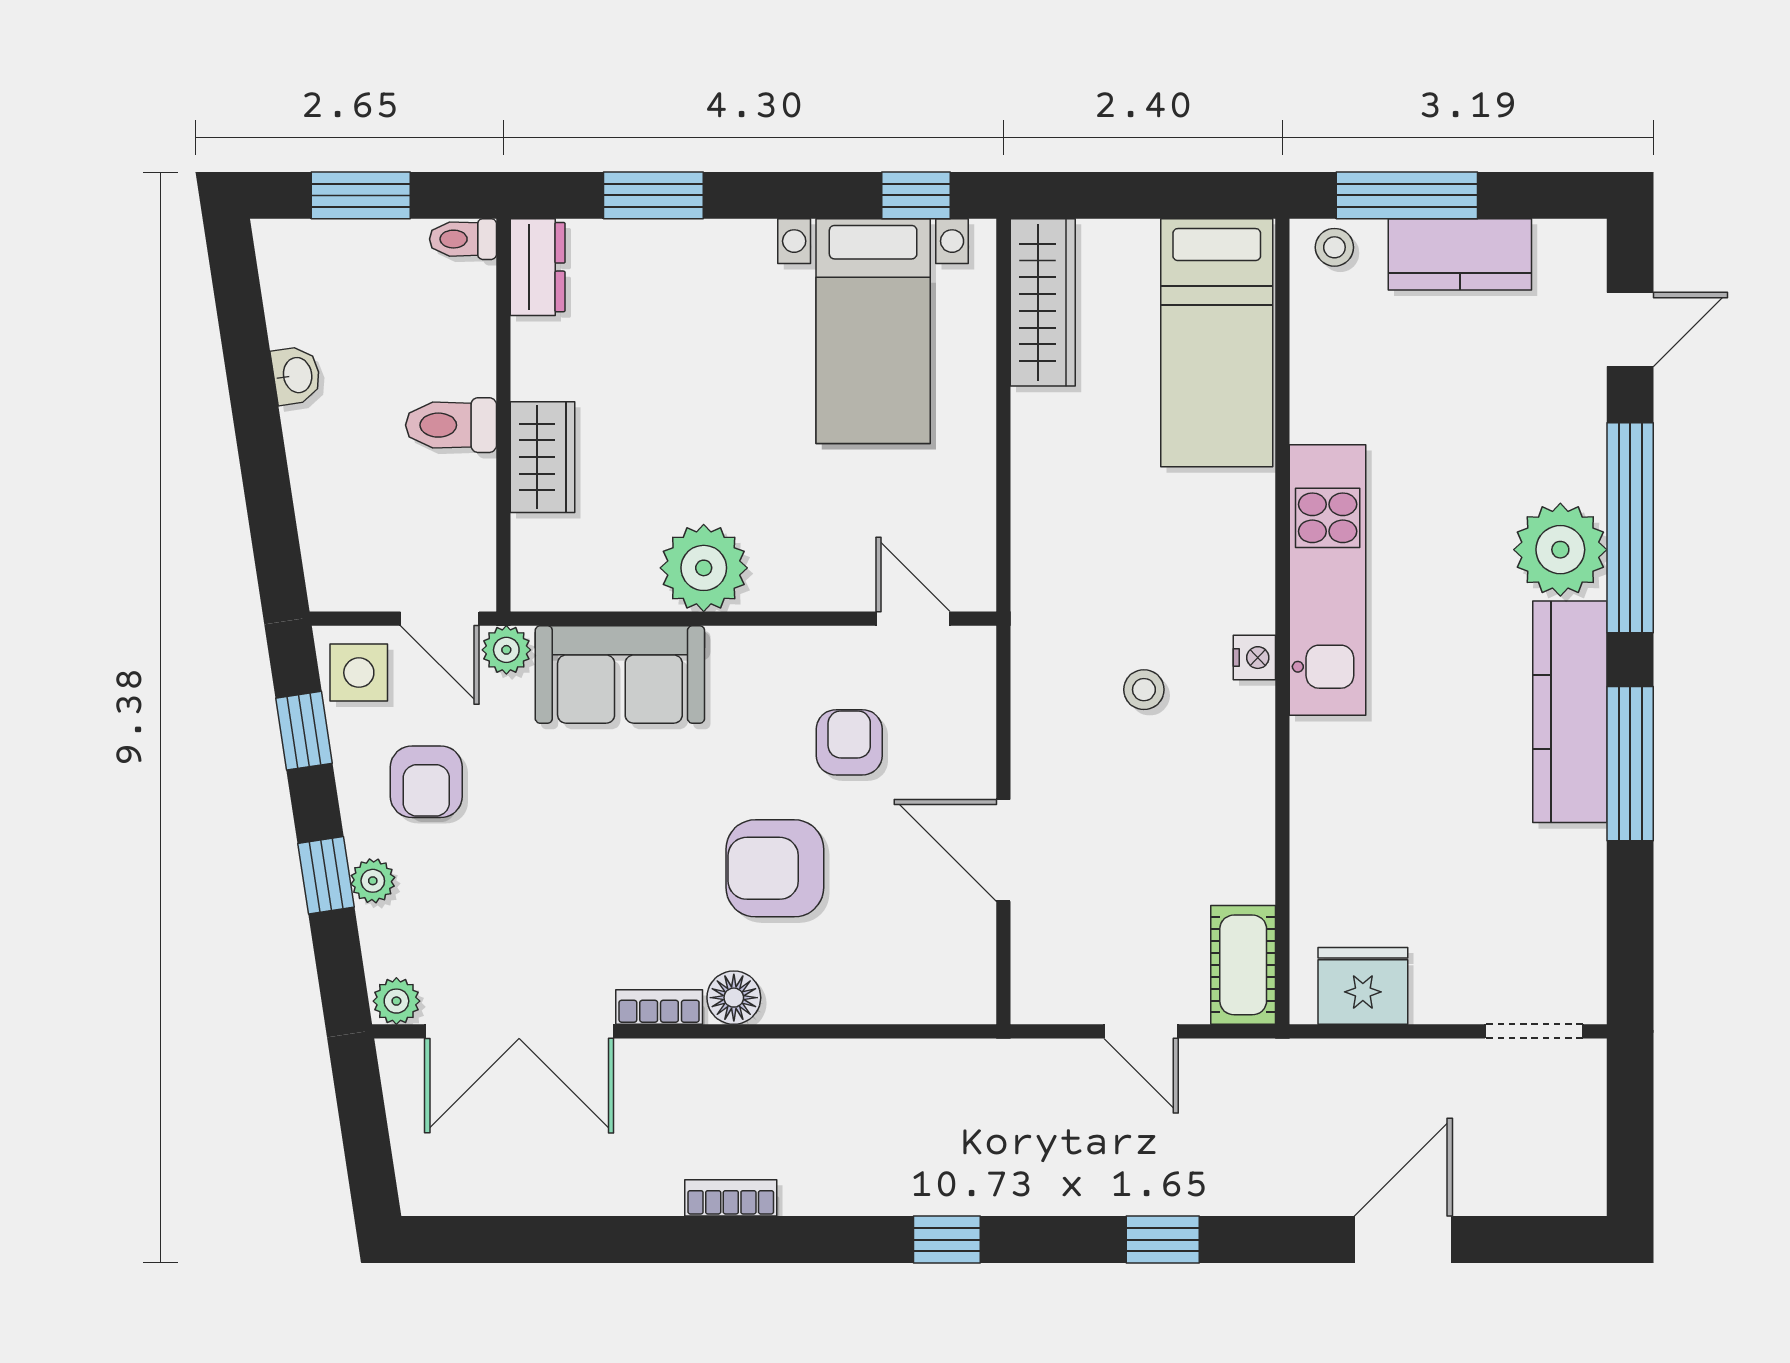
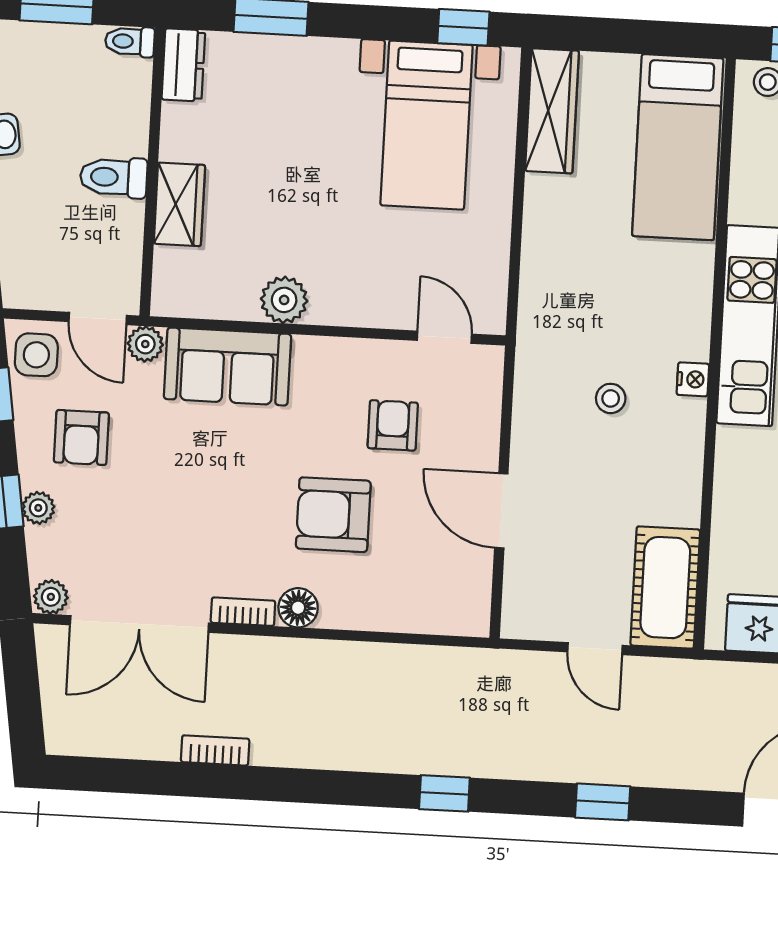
plant: (704, 568) -> (284, 300), width x0.73, depth x0.73
cot: (1243, 965) -> (665, 588), width x1.37, depth x1.34
bookcase: (731, 1198) -> (215, 750), moved

